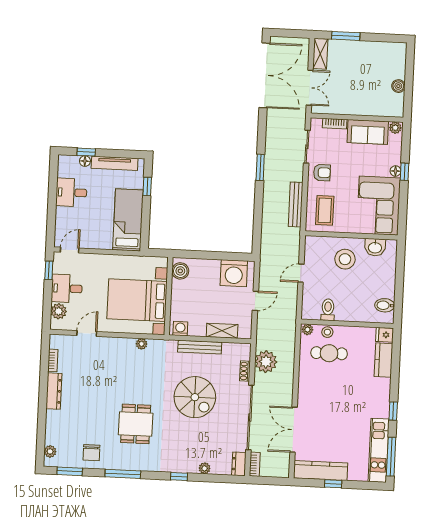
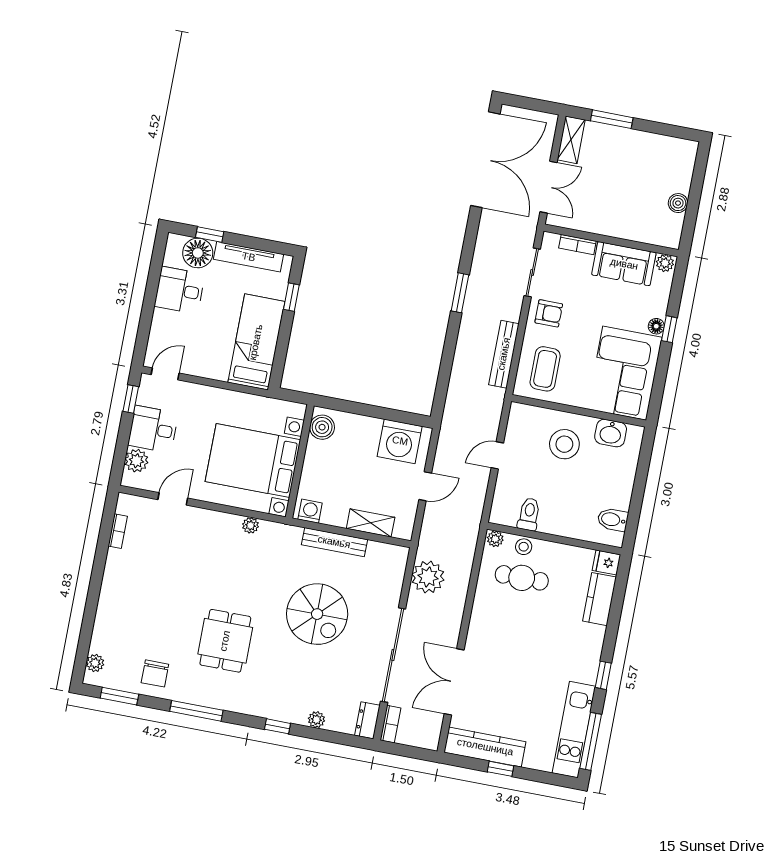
floor lamp: (85, 161) -> (198, 253), width x1.89, depth x1.89
shoe rack: (245, 371) -> (396, 586), removed
dresser: (54, 391) -> (113, 576), removed

